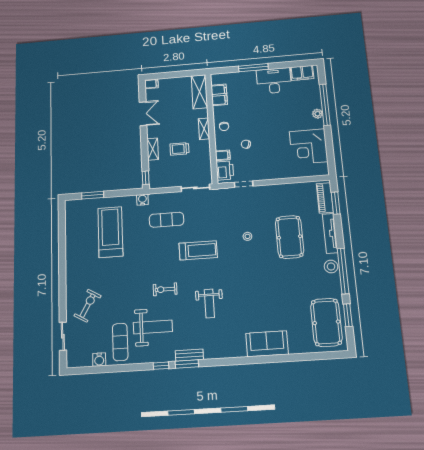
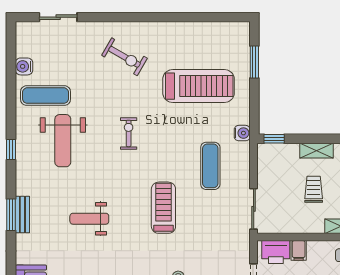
treadmill: (198, 250) -> (163, 208), turned 180
exercise bike: (165, 289) -> (129, 133), moved
exercise bike: (88, 306) -> (124, 57), moved
bench: (189, 355) -> (22, 215), moved
window: (187, 364) -> (11, 215), moved

